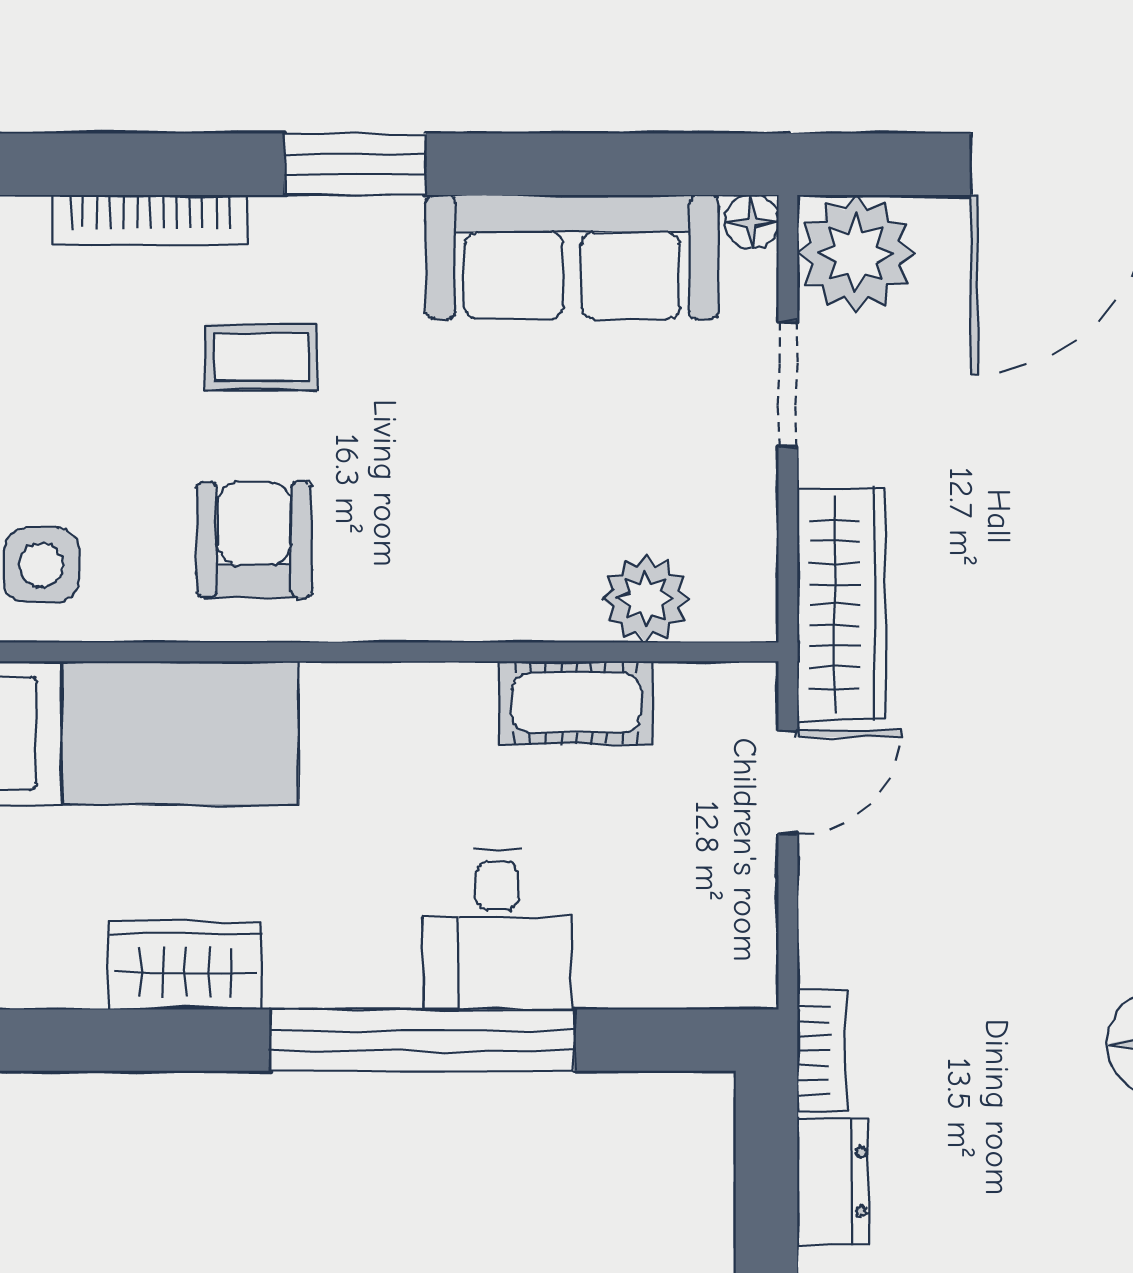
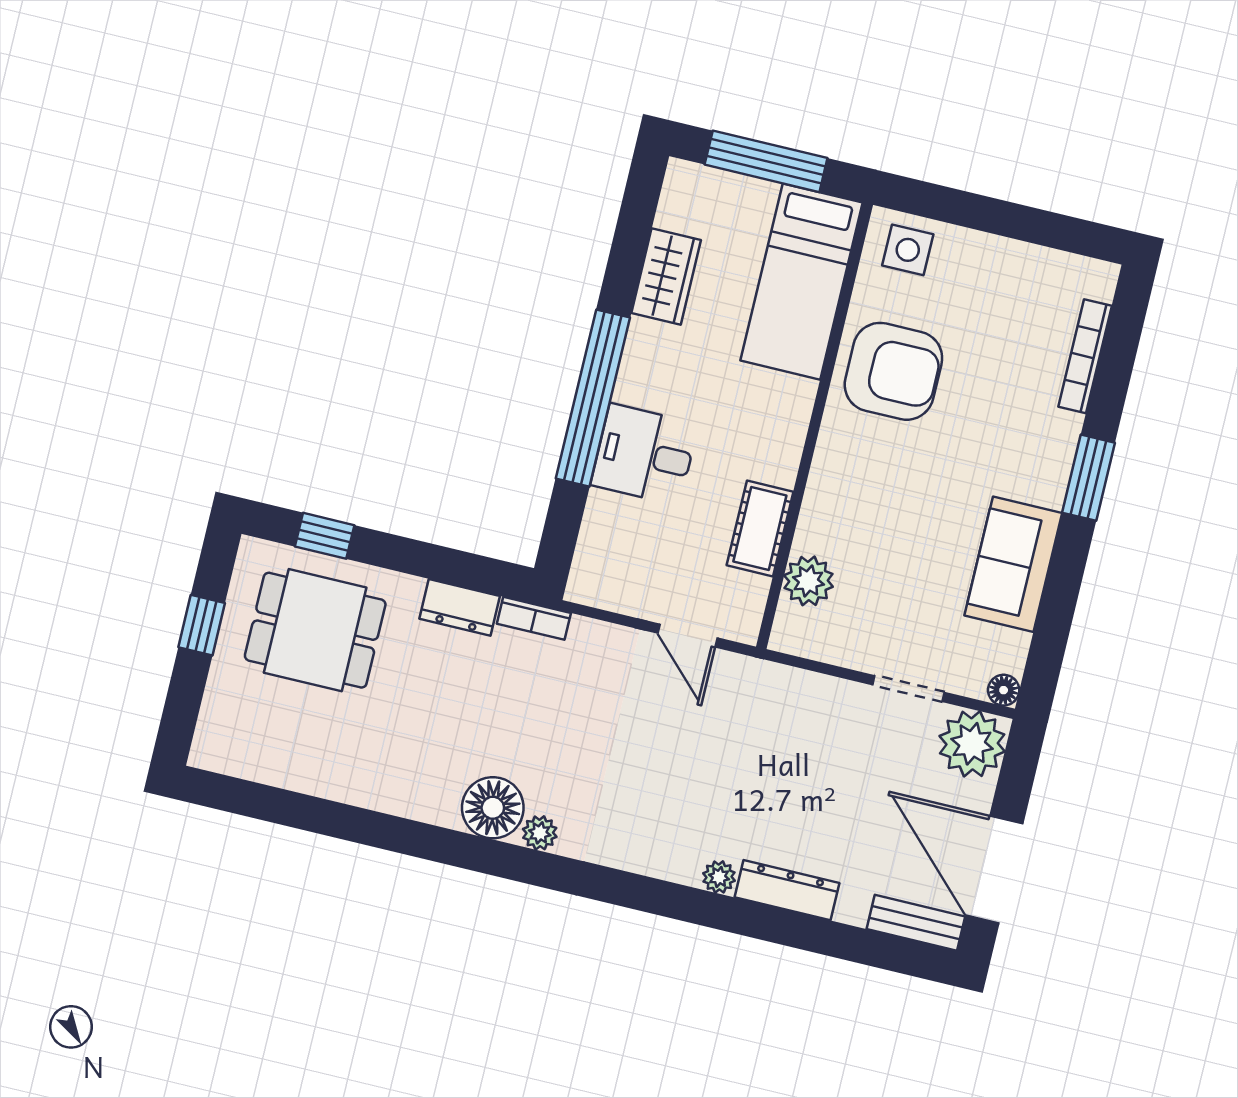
sofa: (572, 257) -> (1013, 564), width x0.73
coffee table: (261, 357) -> (994, 400), removed
armchair: (254, 540) -> (893, 371), width x1.36, depth x1.36
wardrobe: (842, 604) -> (779, 689), removed

